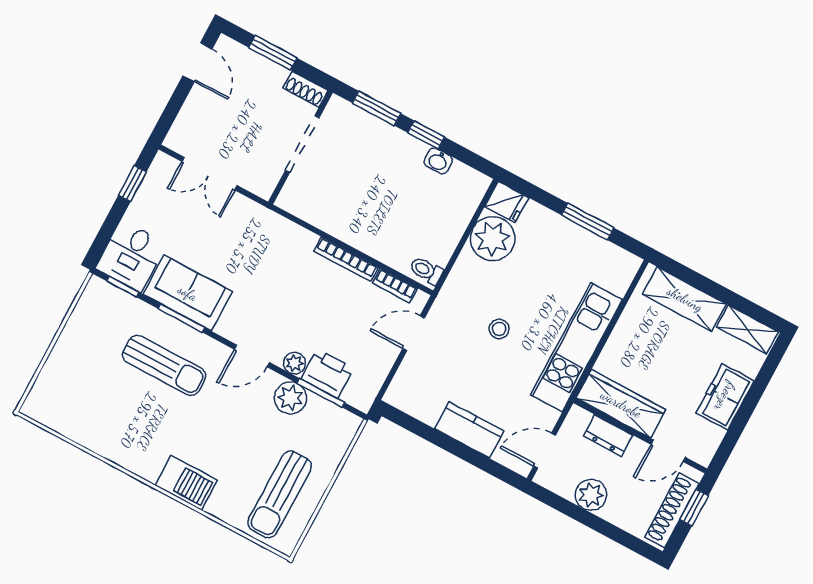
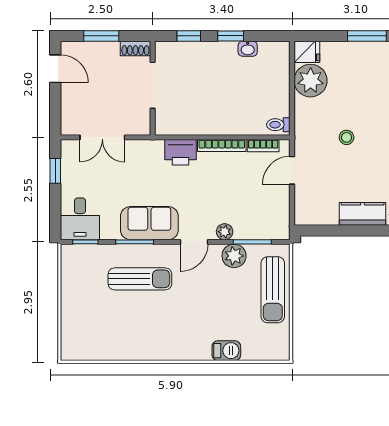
window: (376, 108) -> (189, 36), width x0.67
sofa: (188, 293) -> (149, 223), moved
printer: (328, 374) -> (181, 152), moved, turned 180
barbecue: (186, 483) -> (226, 351), moved, width x0.73, depth x0.79
sun lounger: (280, 494) -> (273, 290), moved

